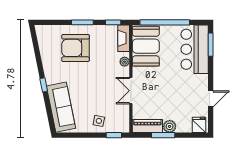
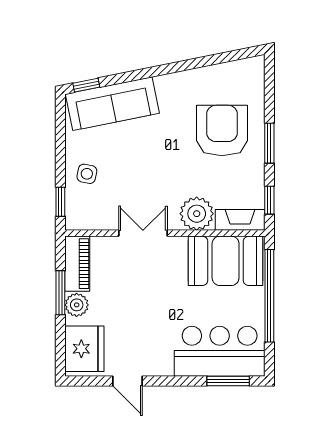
plant: (125, 62) -> (197, 214), width x1.88, depth x1.88
window: (44, 85) -> (86, 85), moved
fridge: (199, 125) -> (84, 349), width x1.88, depth x1.34

